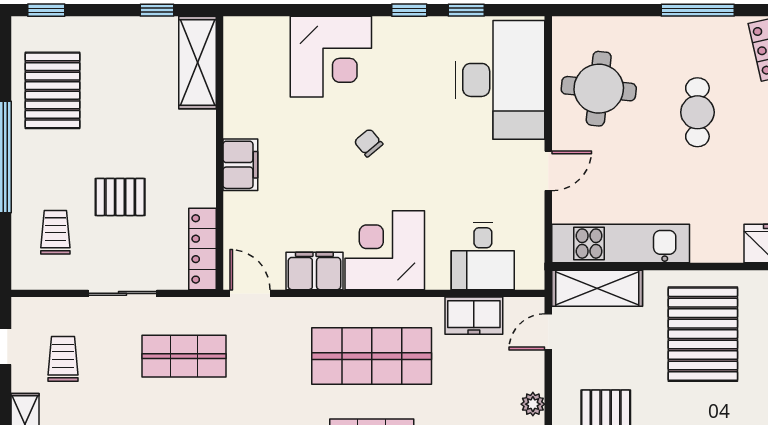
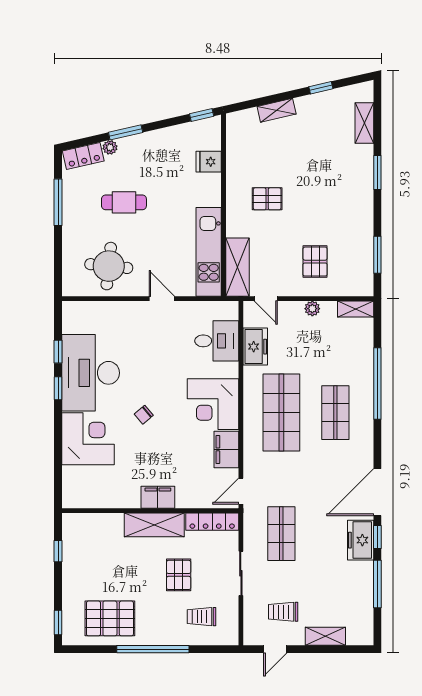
shelving: (197, 62) -> (154, 525), moved
desk: (500, 80) -> (91, 373), moved, turned -90
pallet: (703, 334) -> (267, 199), width x0.49, depth x0.50

